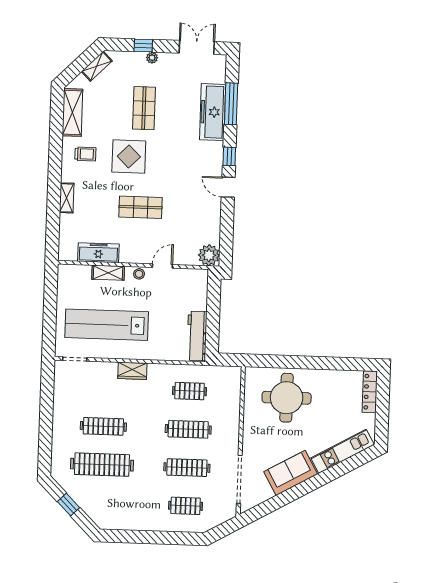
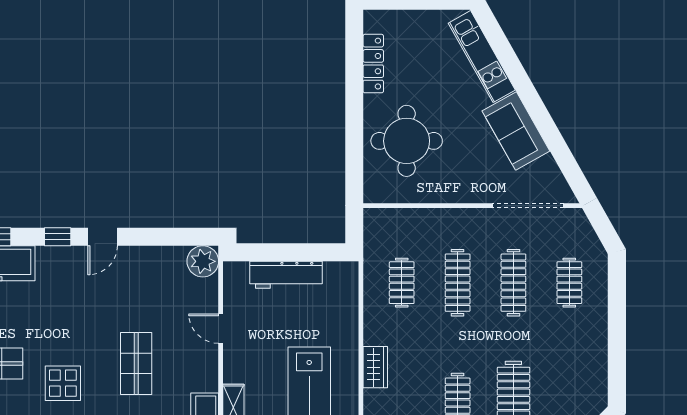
display table: (129, 157) -> (63, 383), width x0.73, depth x0.73
stool: (139, 274) -> (234, 362), removed
workbench: (197, 336) -> (286, 275), moved
locker: (370, 392) -> (373, 64), moved, turned -90

